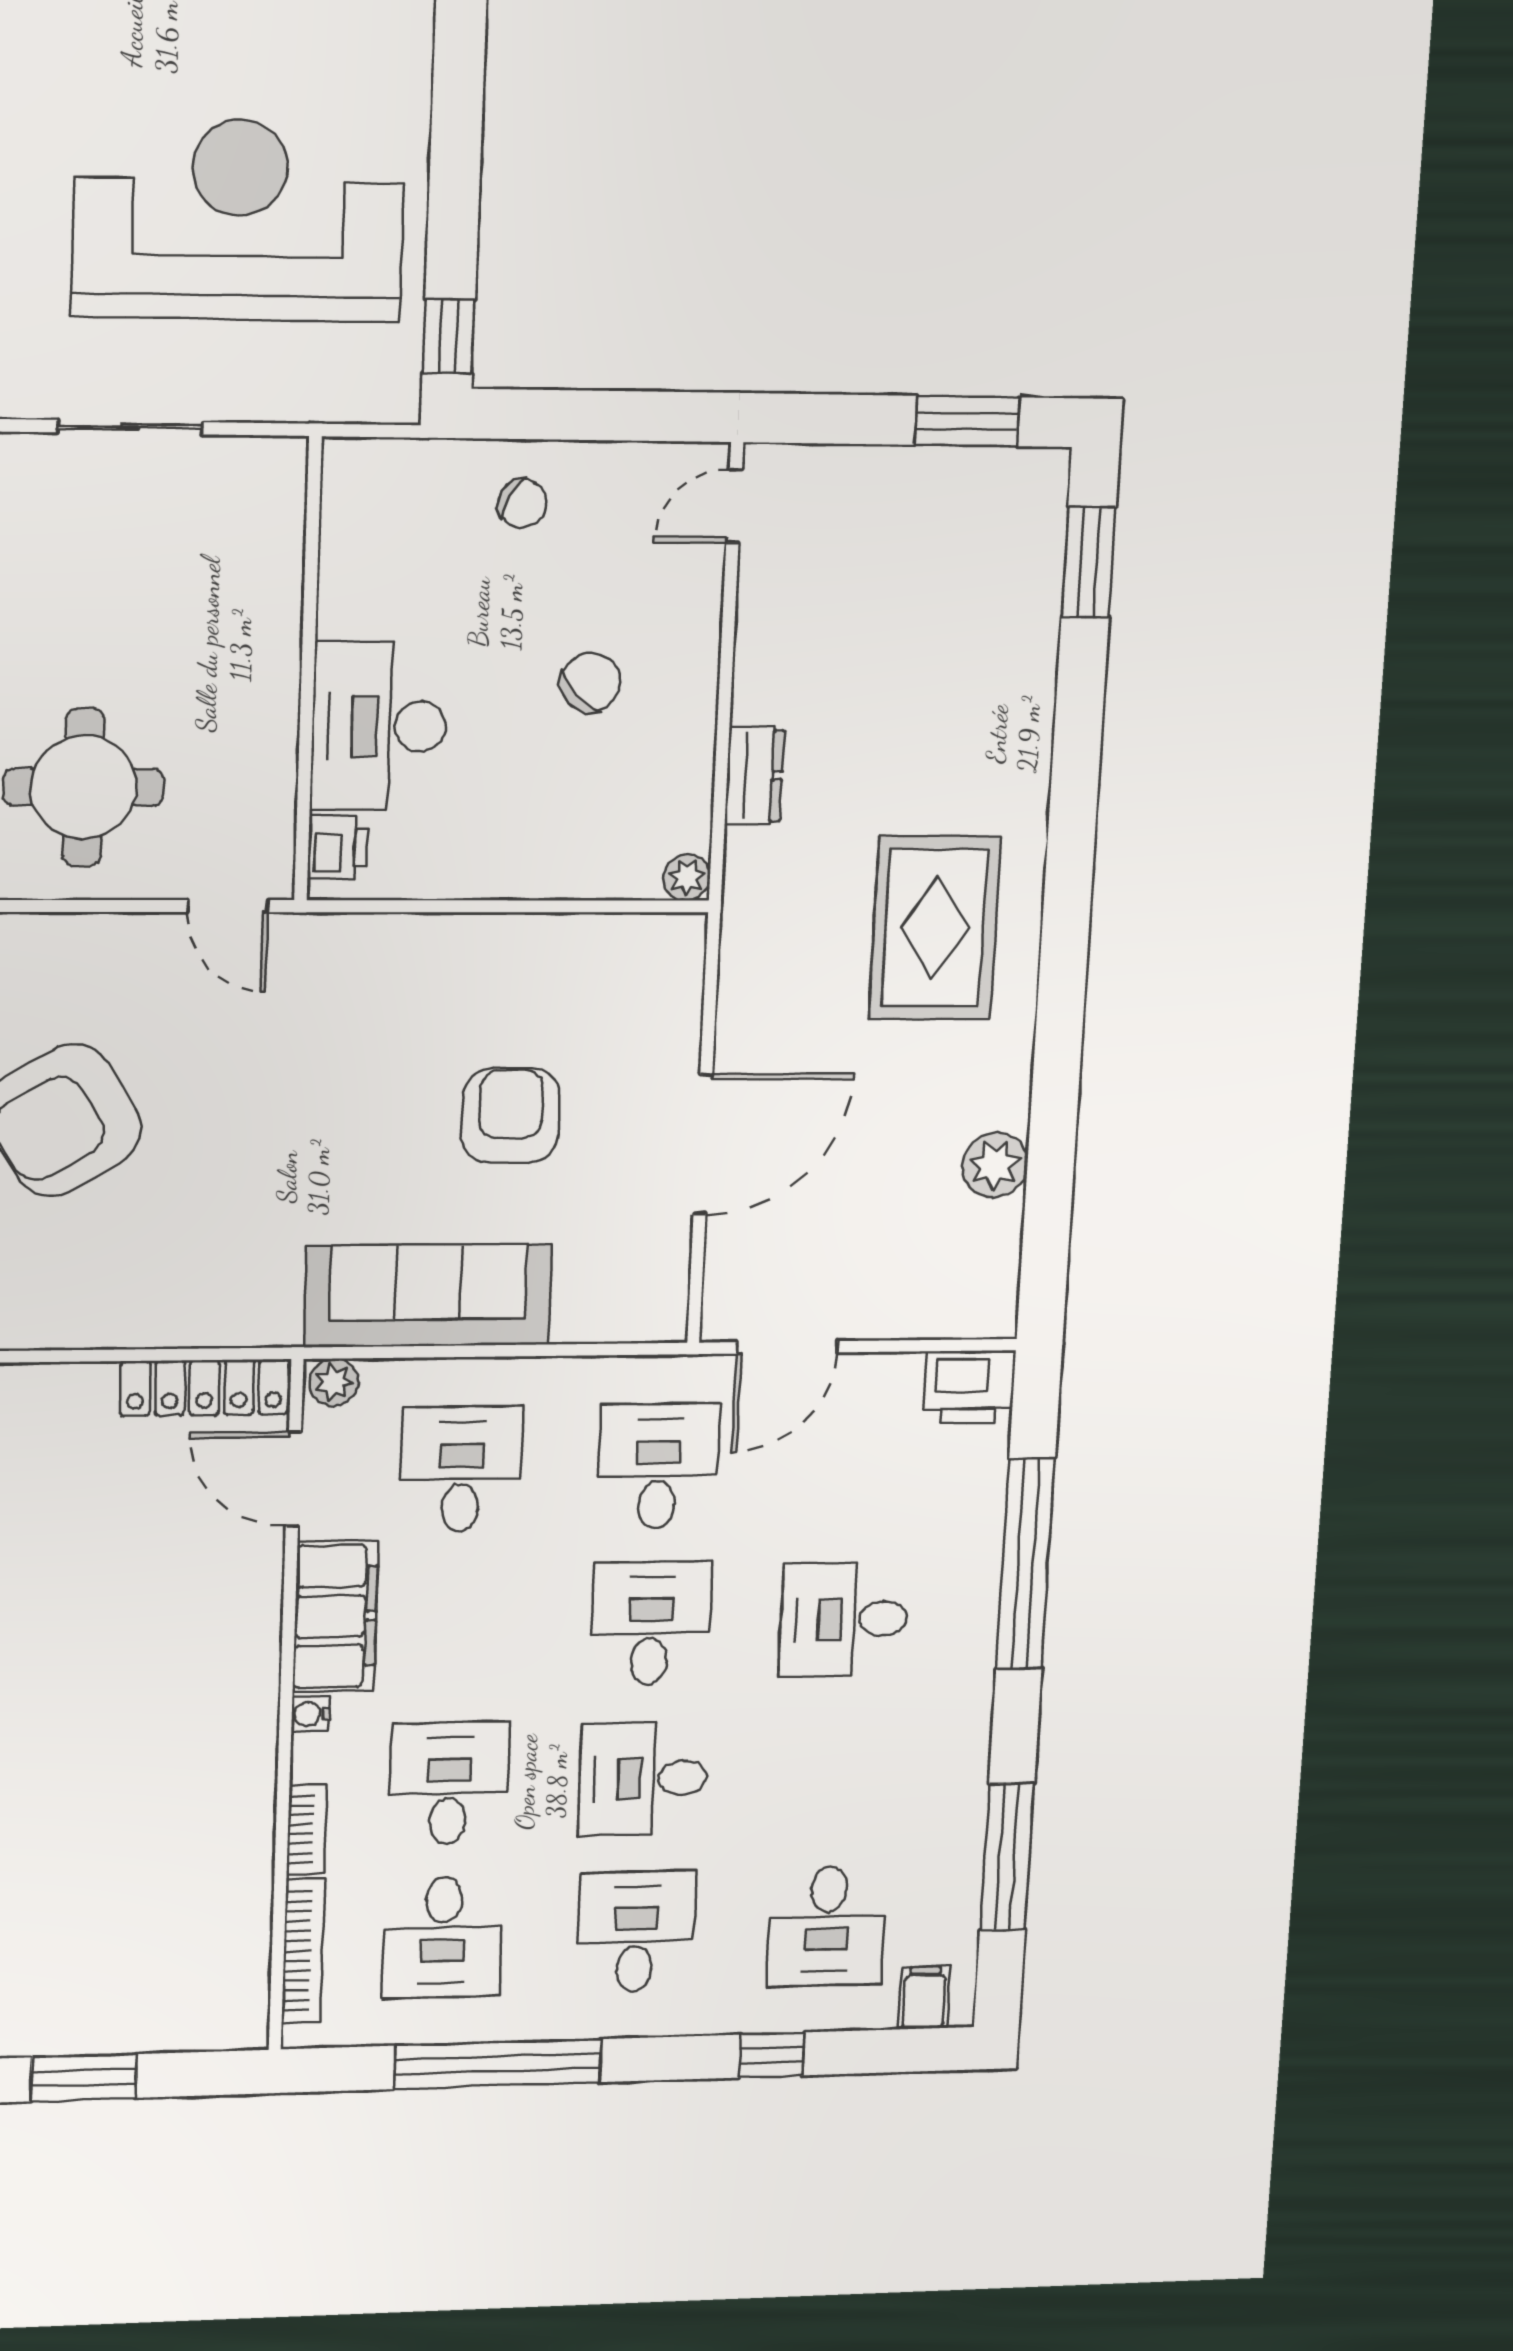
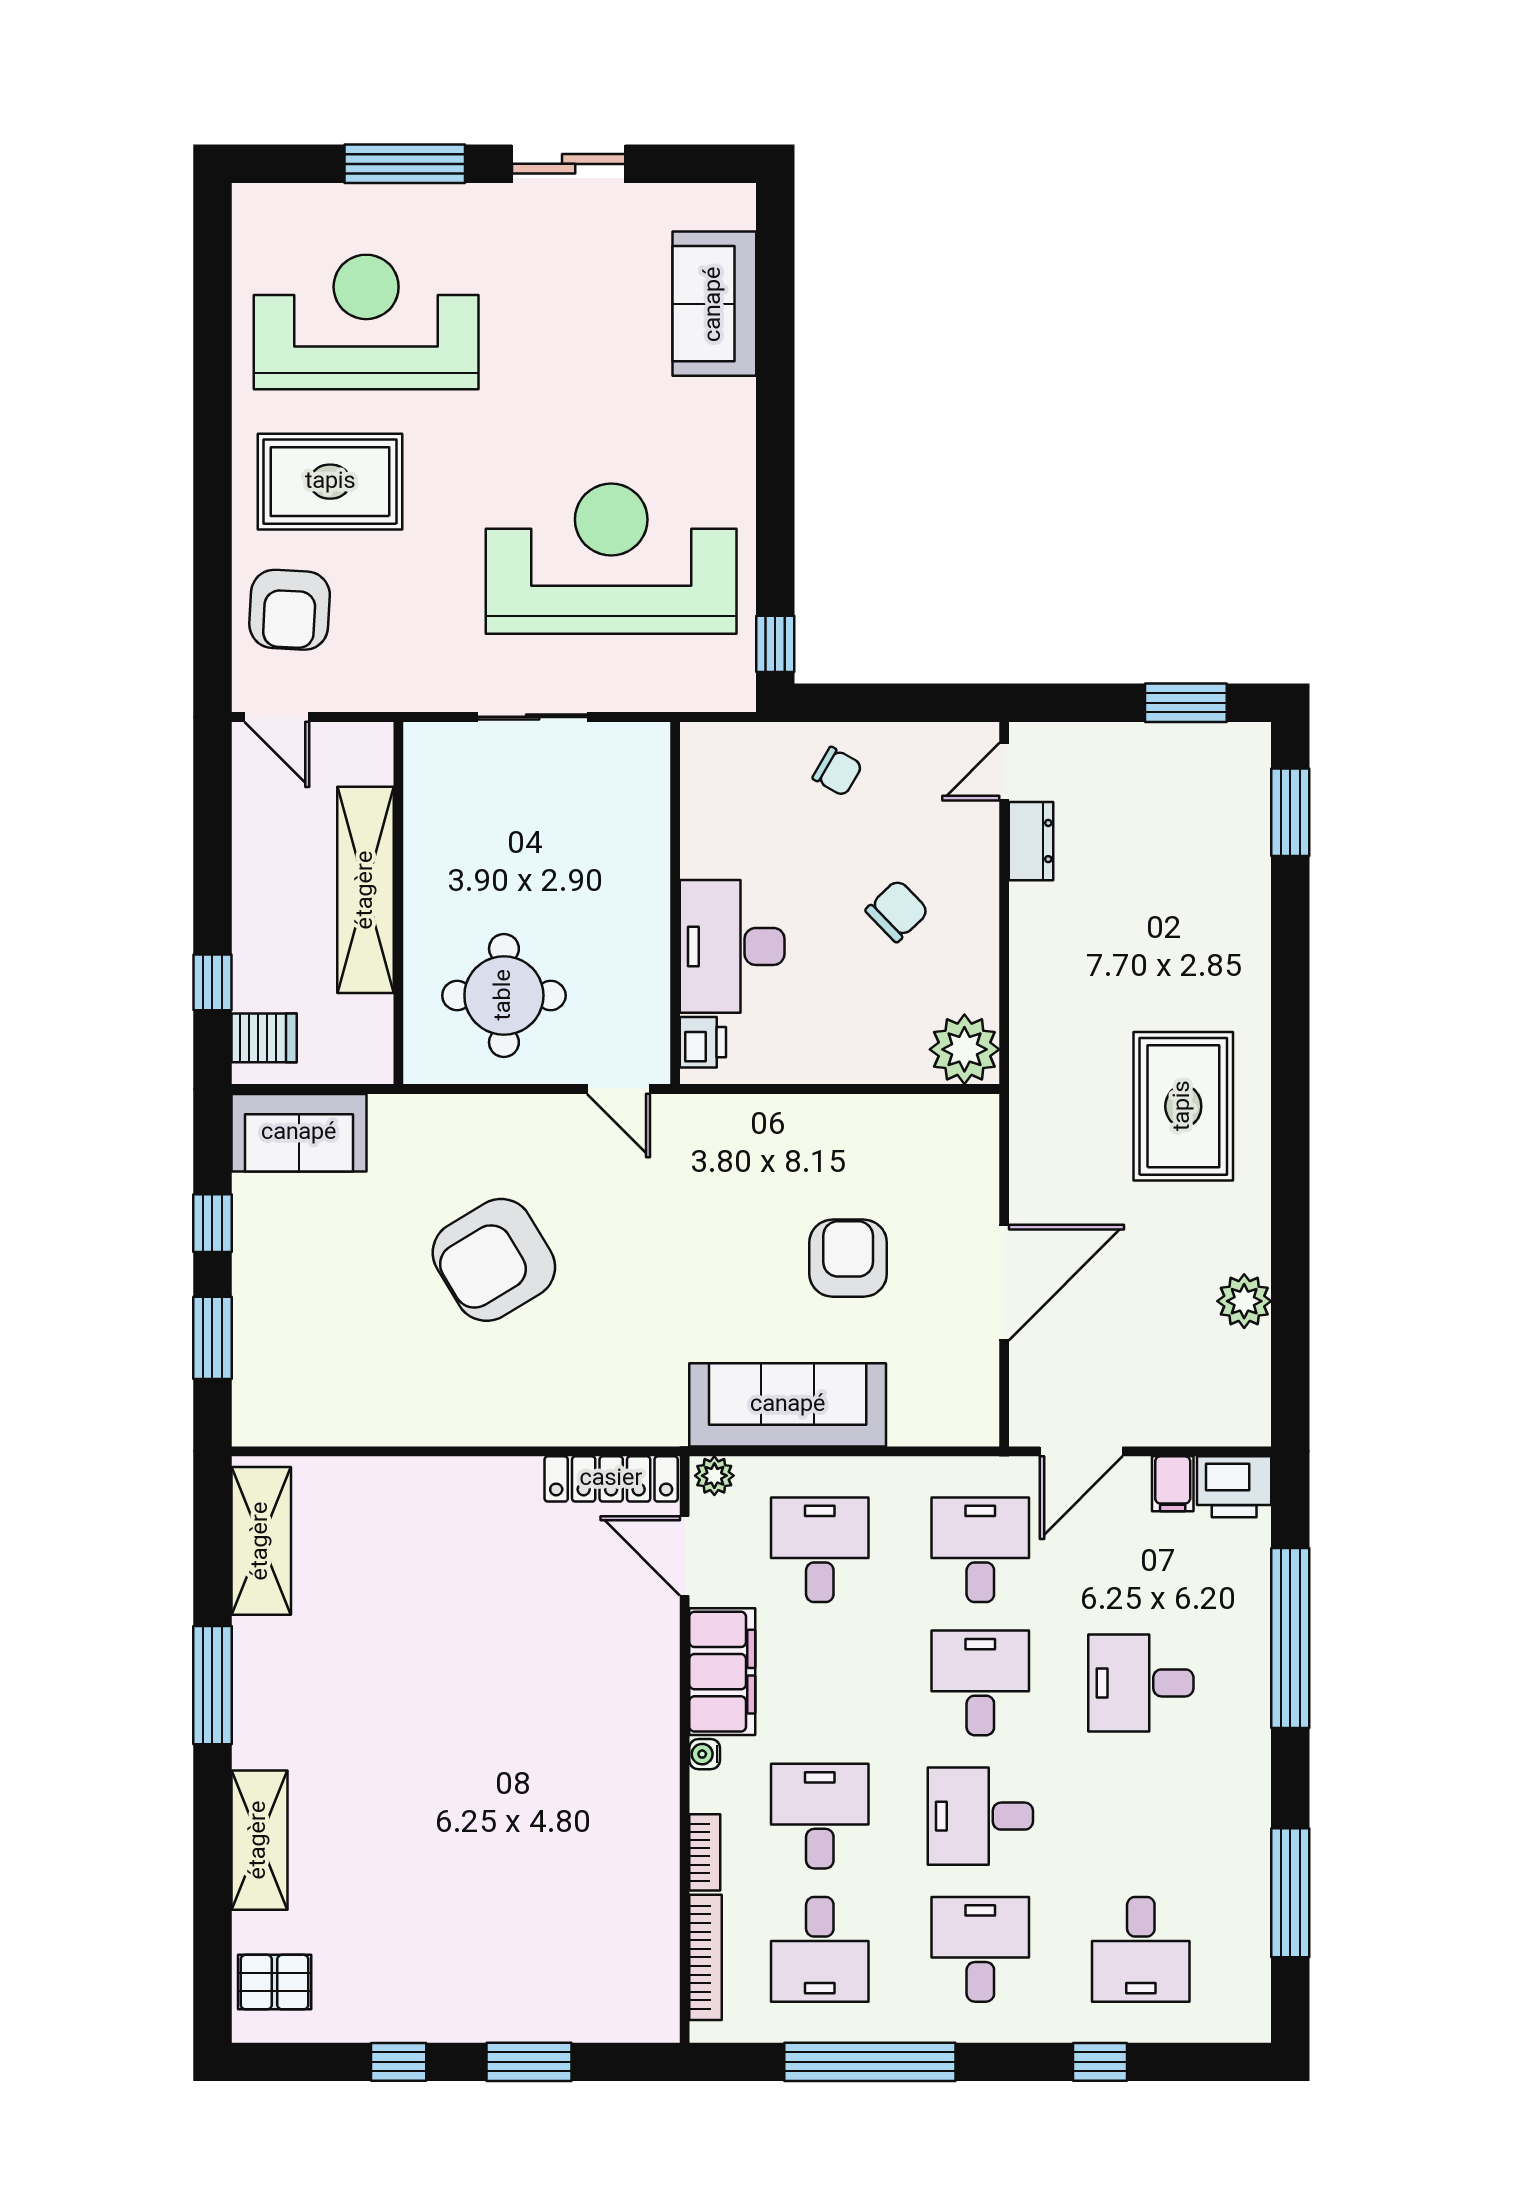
dresser: (754, 776) -> (1031, 841), moved
plant: (687, 877) -> (964, 1049), width x1.88, depth x1.88
filing cabinet: (924, 1998) -> (1173, 1484), moved, turned 180

